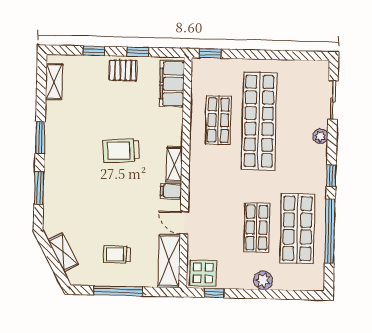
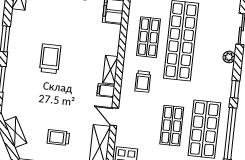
trolley: (121, 151) -> (50, 59), moved, turned 94
trolley: (216, 176) -> (143, 81), added

